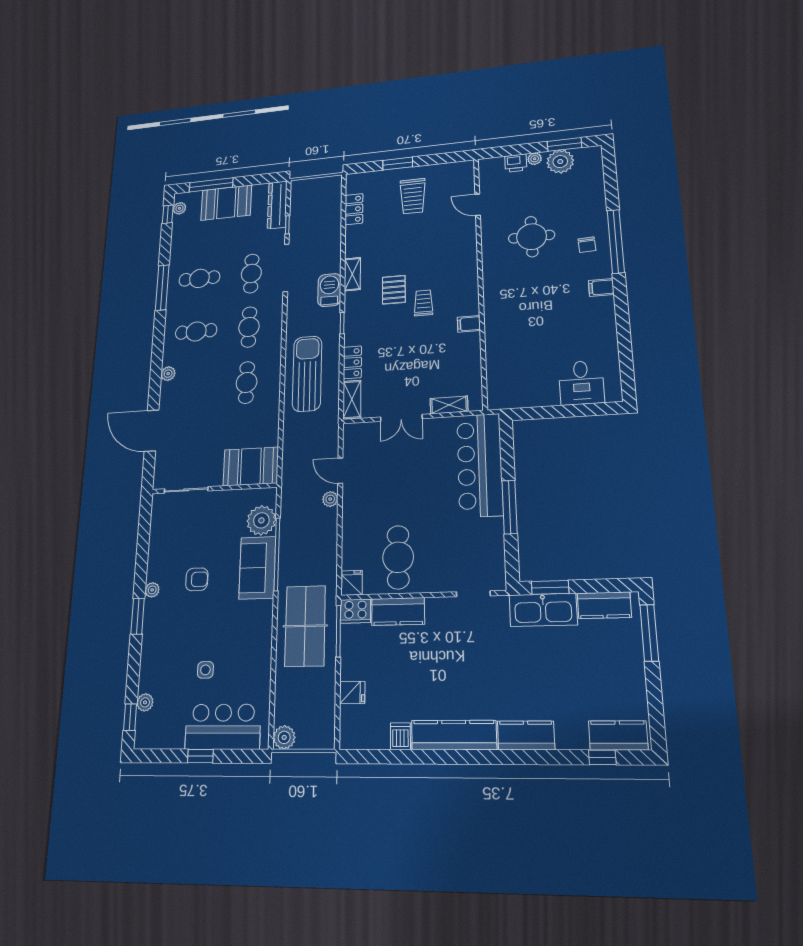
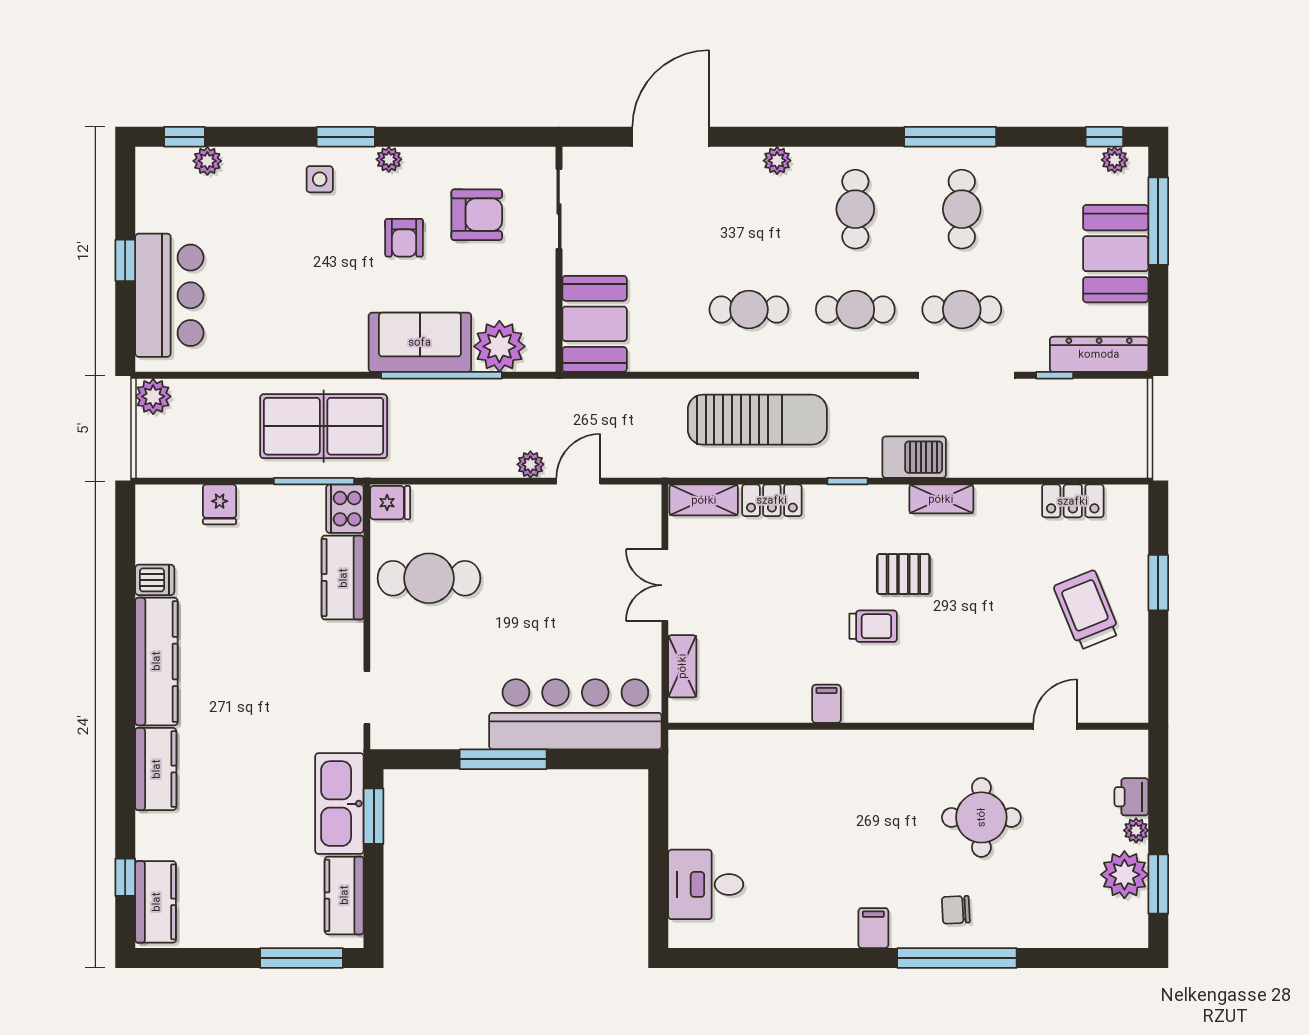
trolley: (413, 196) -> (1087, 610), turned 68
armchair: (186, 537) -> (477, 215), added
side table: (205, 670) -> (320, 179), moved

